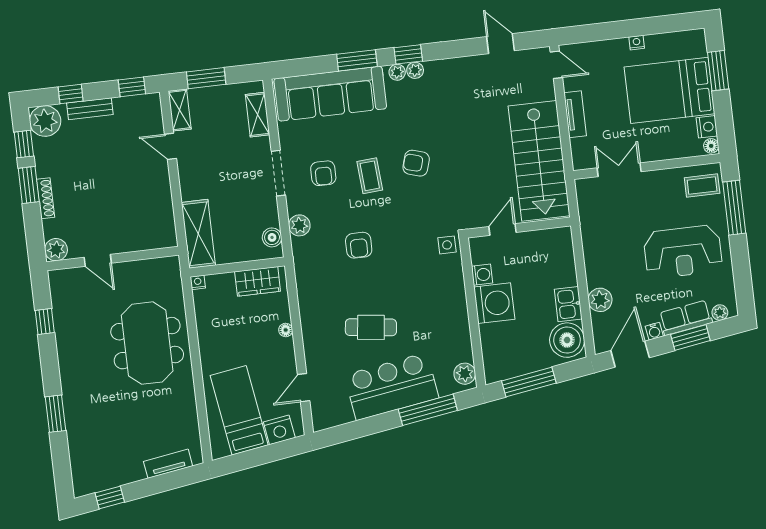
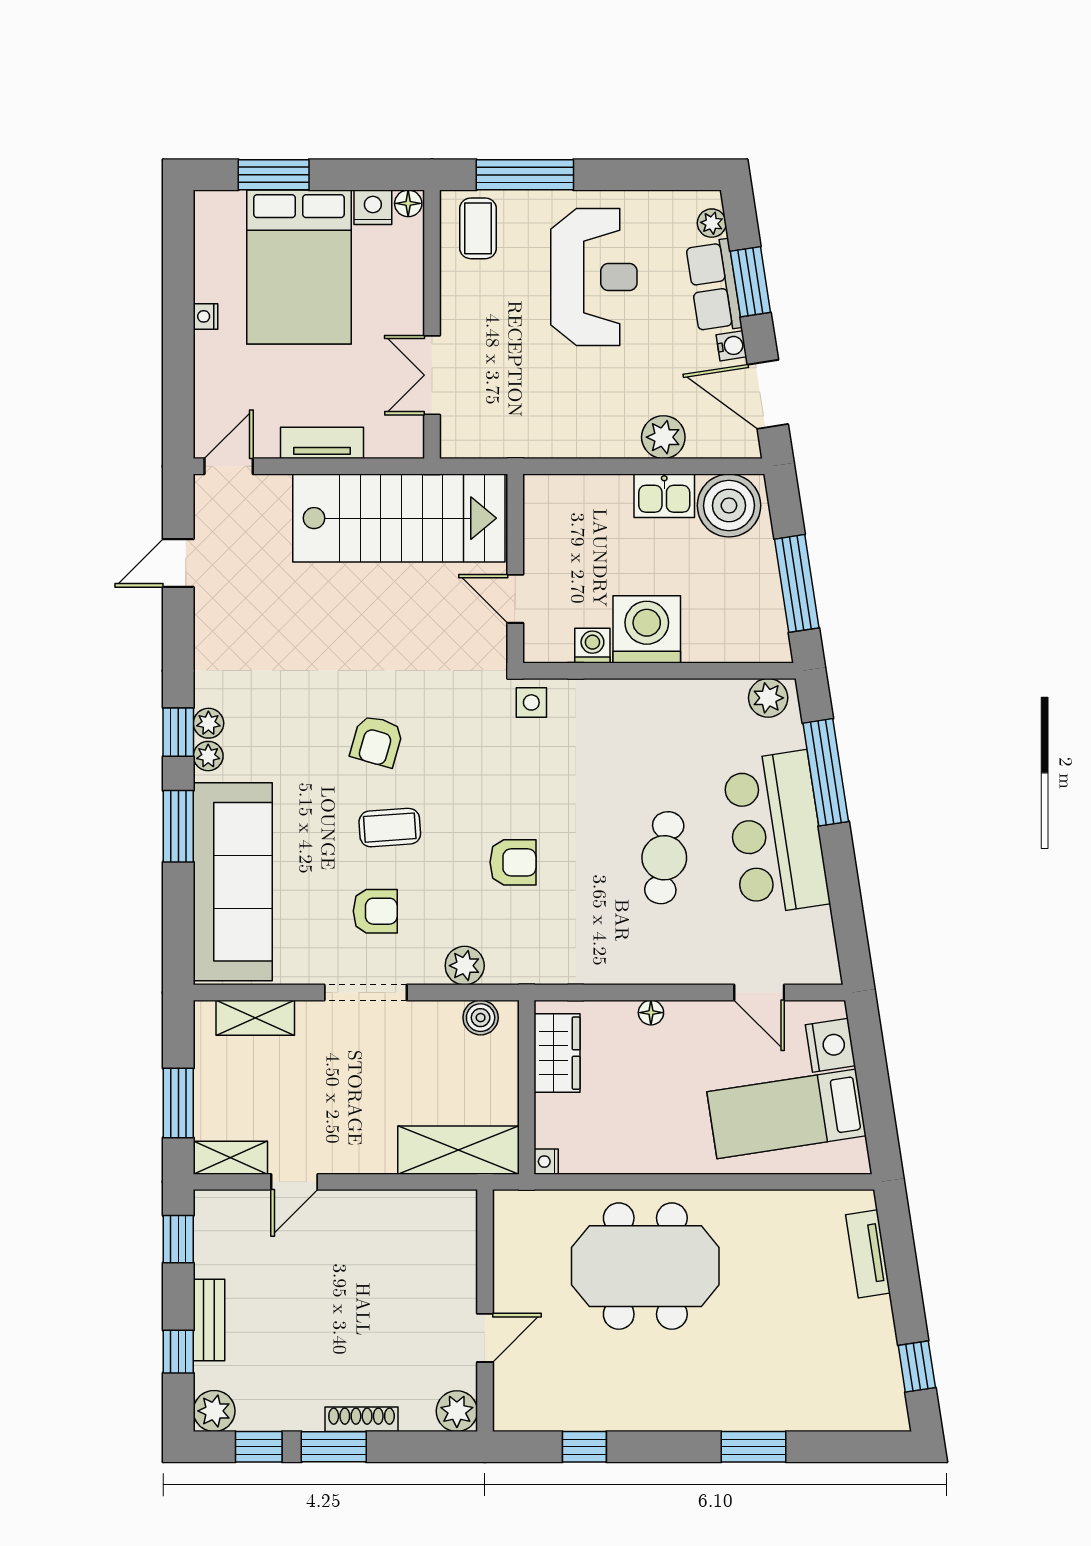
plant: (45, 121) -> (214, 1411), width x0.73, depth x0.73

